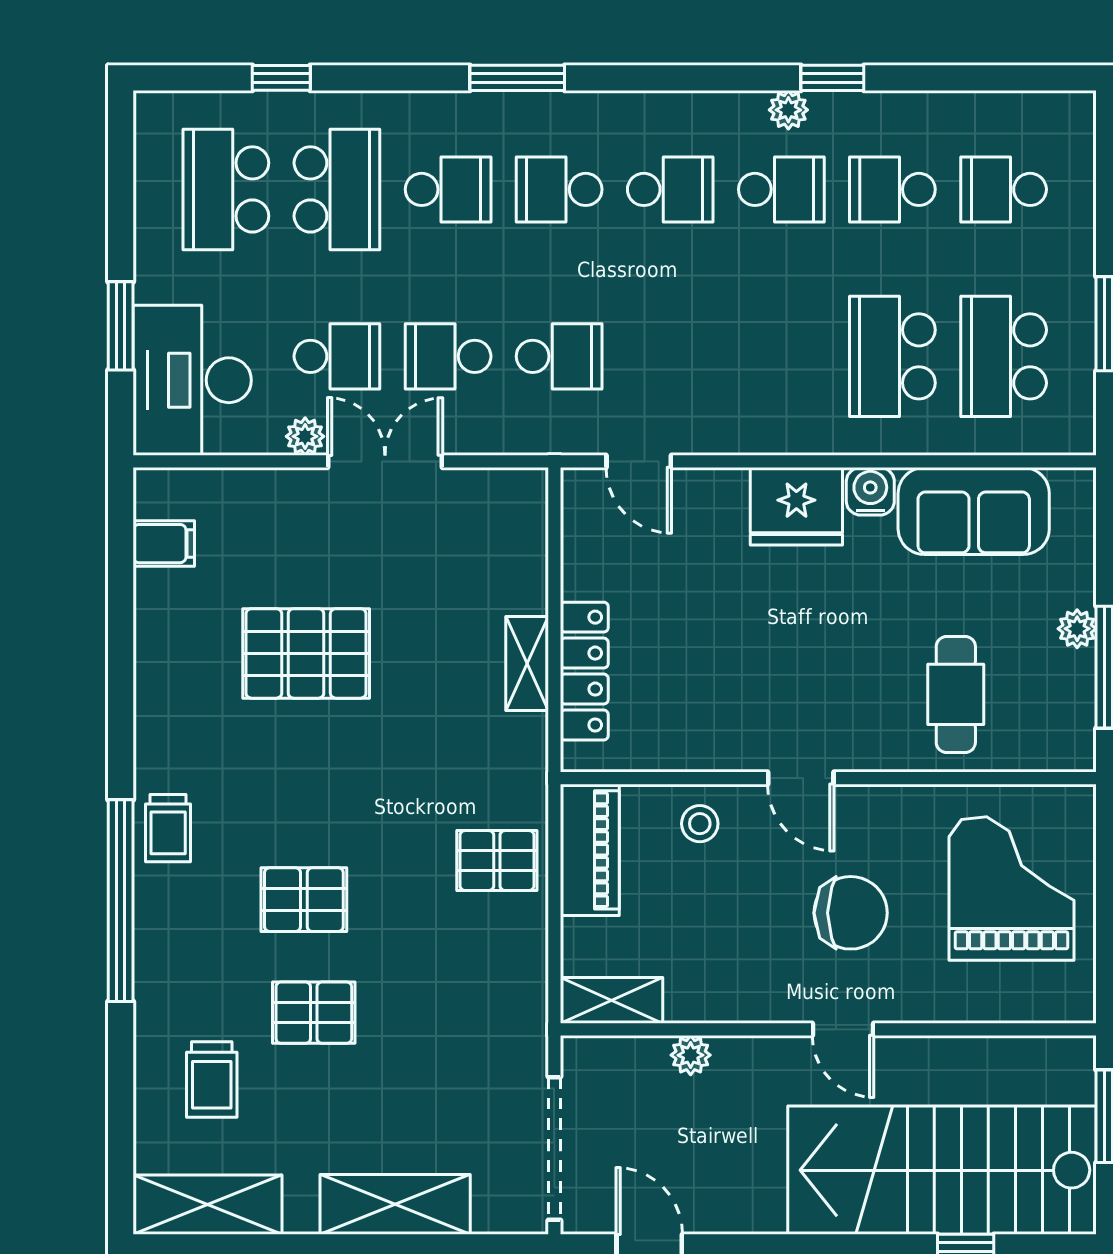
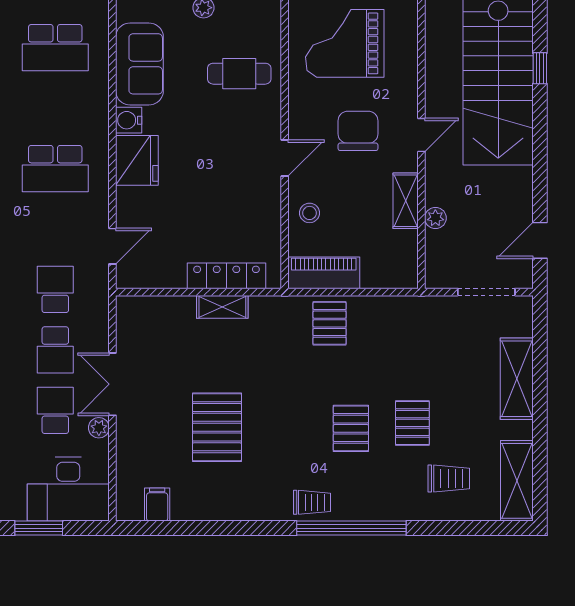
school desk: (892, 356) -> (55, 169), moved
shelving: (612, 1000) -> (406, 201), moved
doorway: (554, 1149) -> (486, 292), width x0.73

